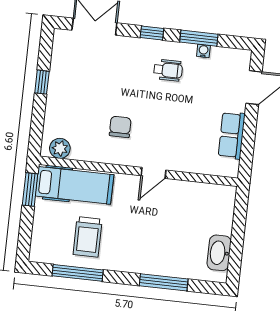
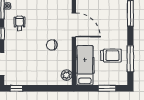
window: (42, 82) -> (16, 88), moved
door: (153, 173) -> (74, 25), width x1.87
window: (30, 189) -> (107, 88), moved

